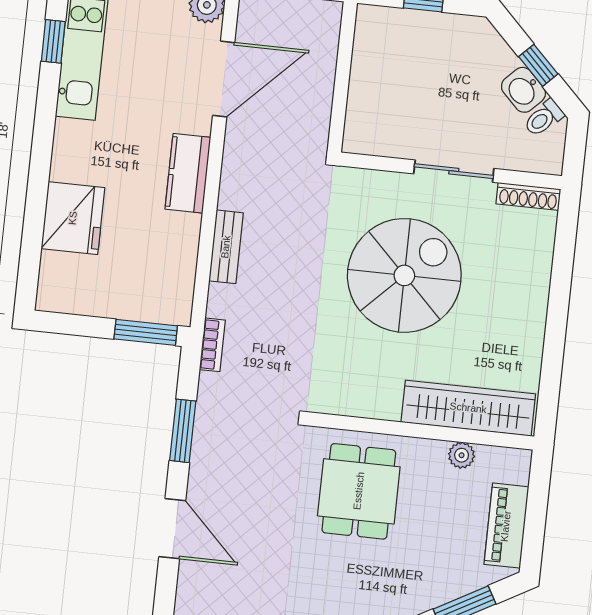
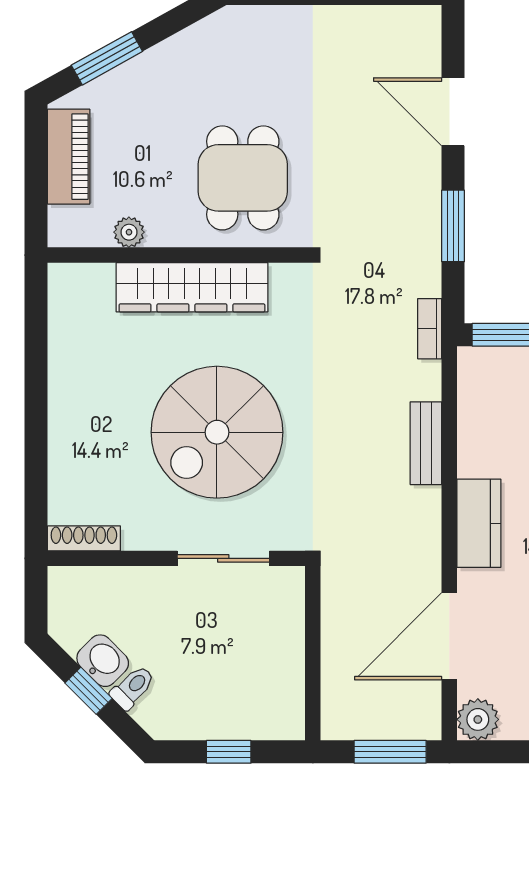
toilet: (544, 118) -> (133, 687), moved
sliding door: (454, 171) -> (223, 558), moved
wardrobe: (468, 408) -> (192, 287), moved

